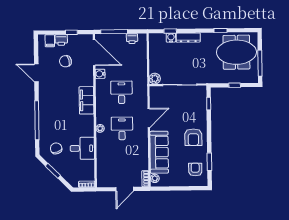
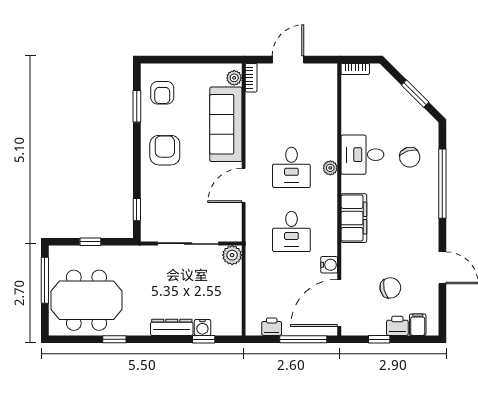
door: (94, 53) -> (339, 303), hinge flipped
chair: (56, 148) -> (410, 157), moved
desk: (82, 148) -> (362, 155), moved

